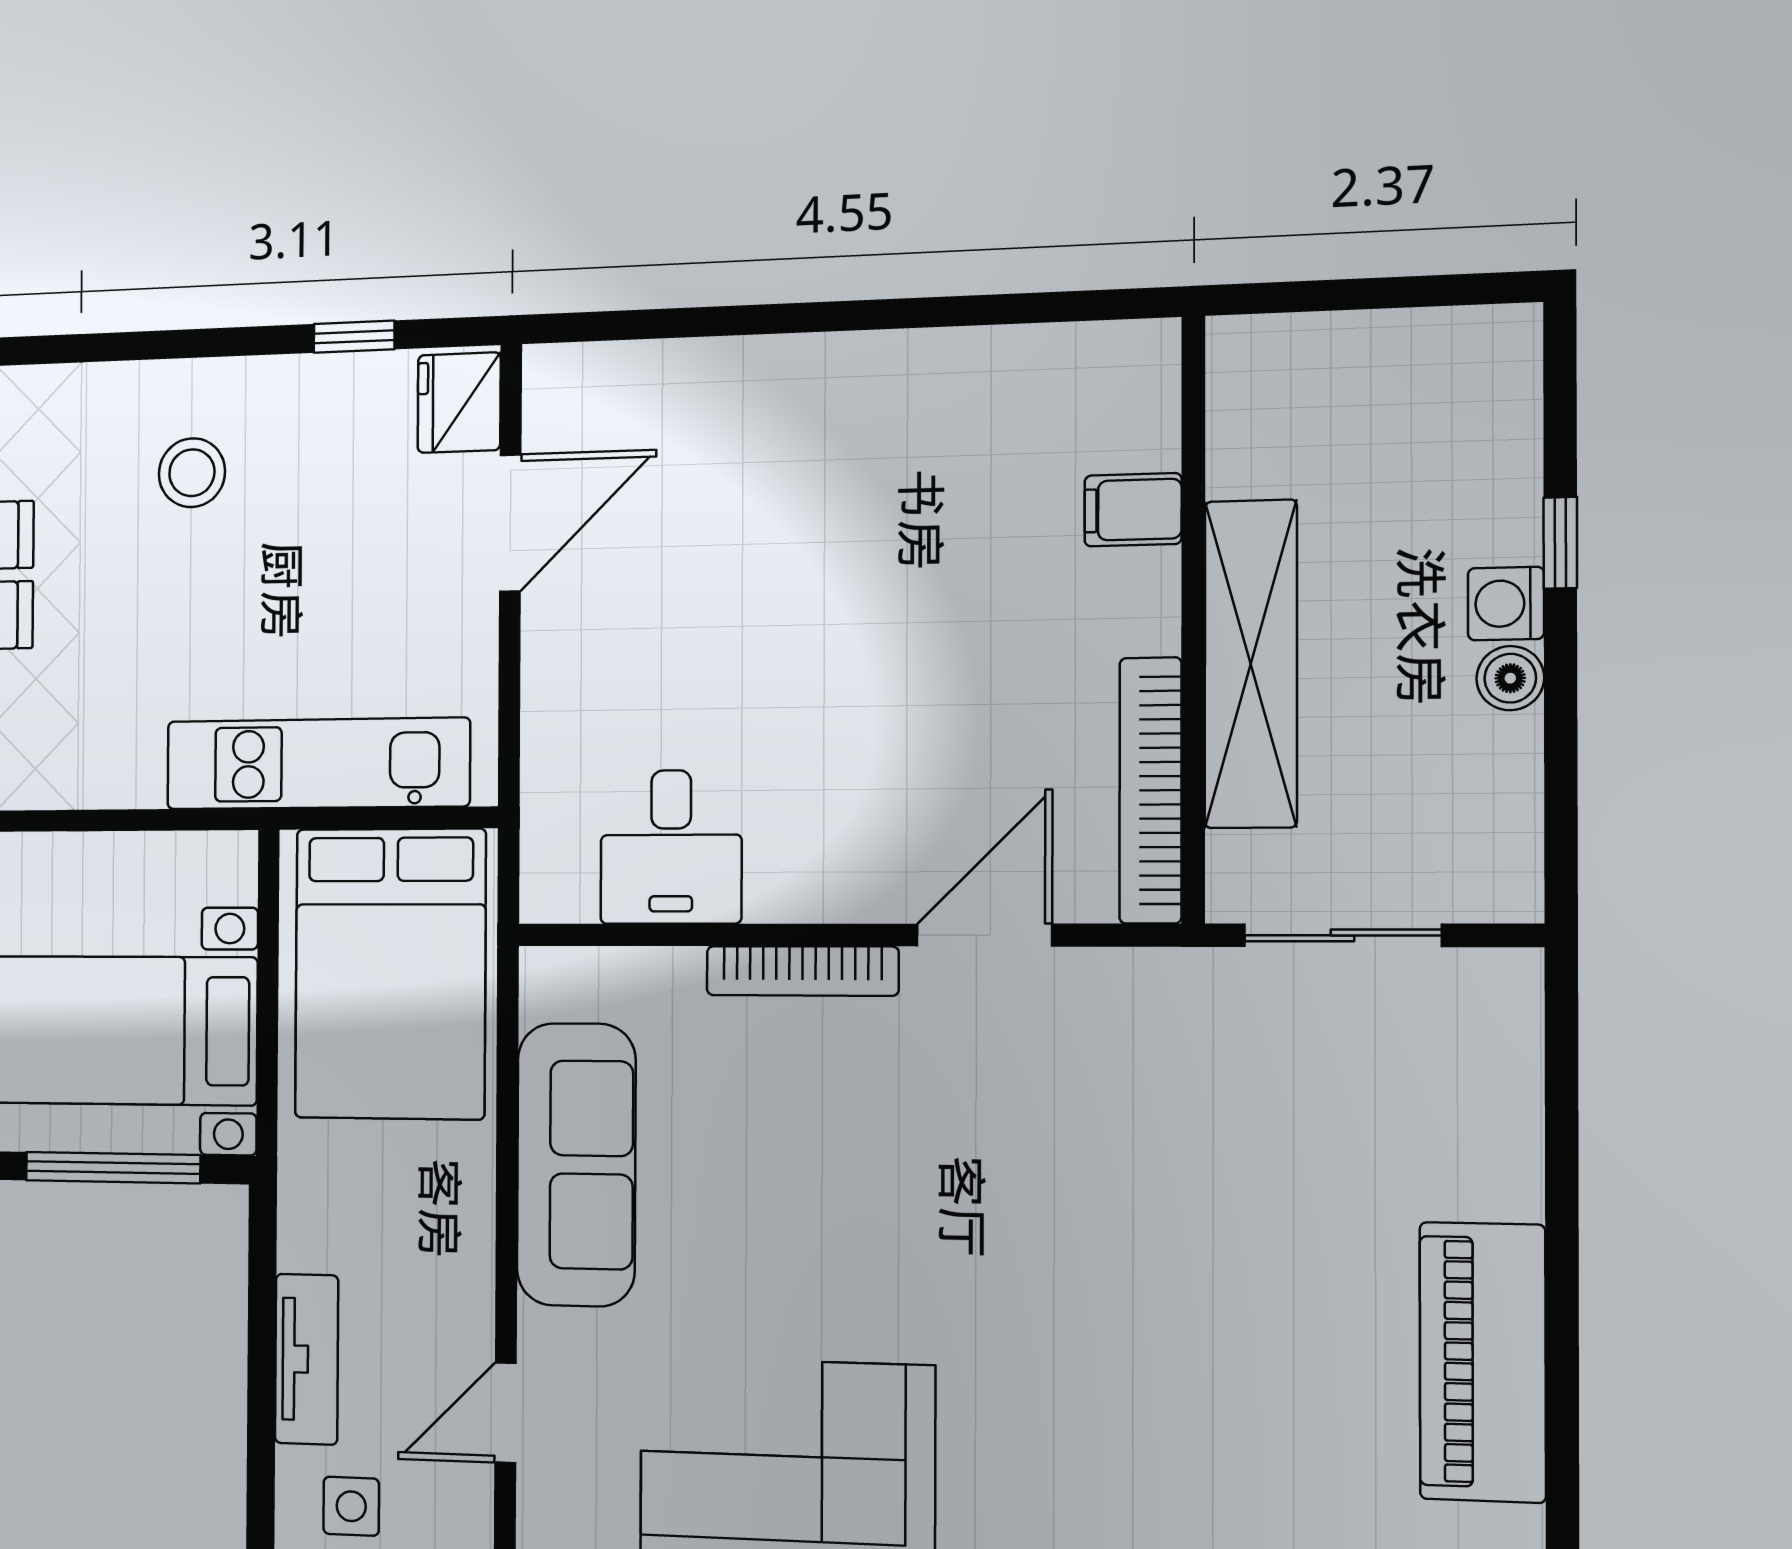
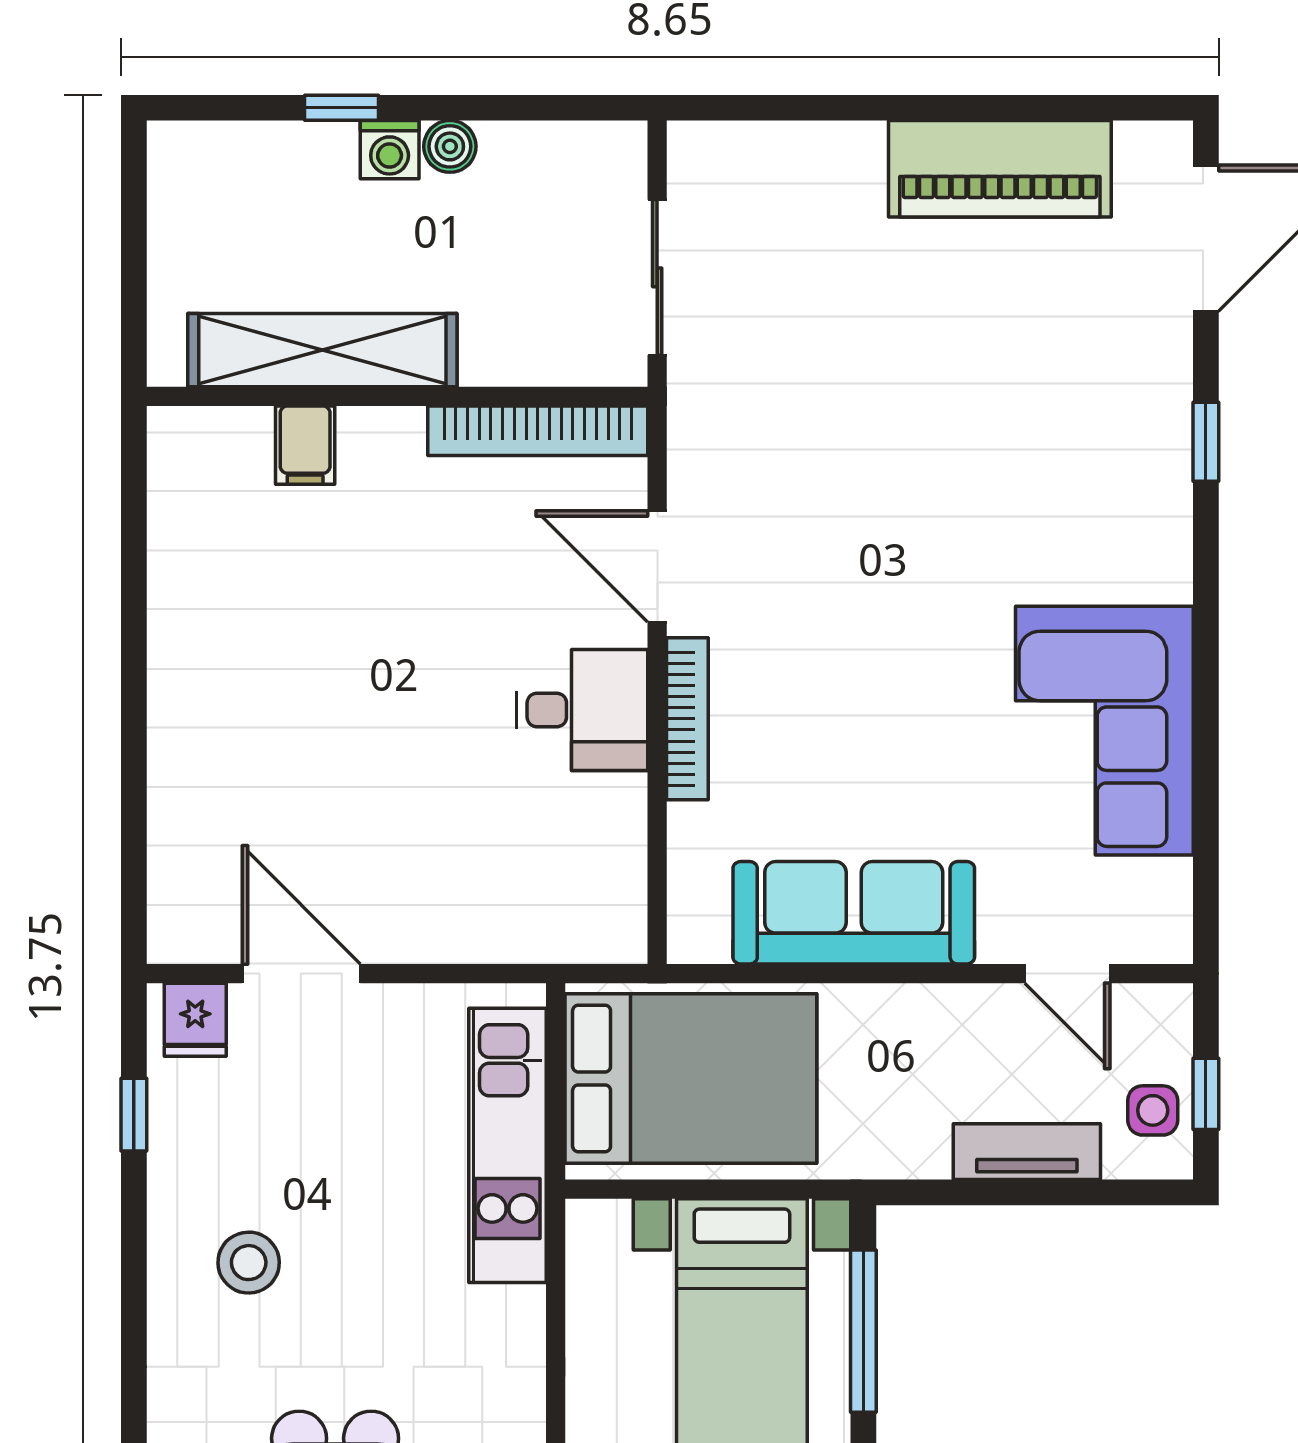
fridge: (459, 403) -> (195, 1020), width x0.72
shelving: (1251, 664) -> (322, 350), moved
desk: (671, 847) -> (582, 710), moved

